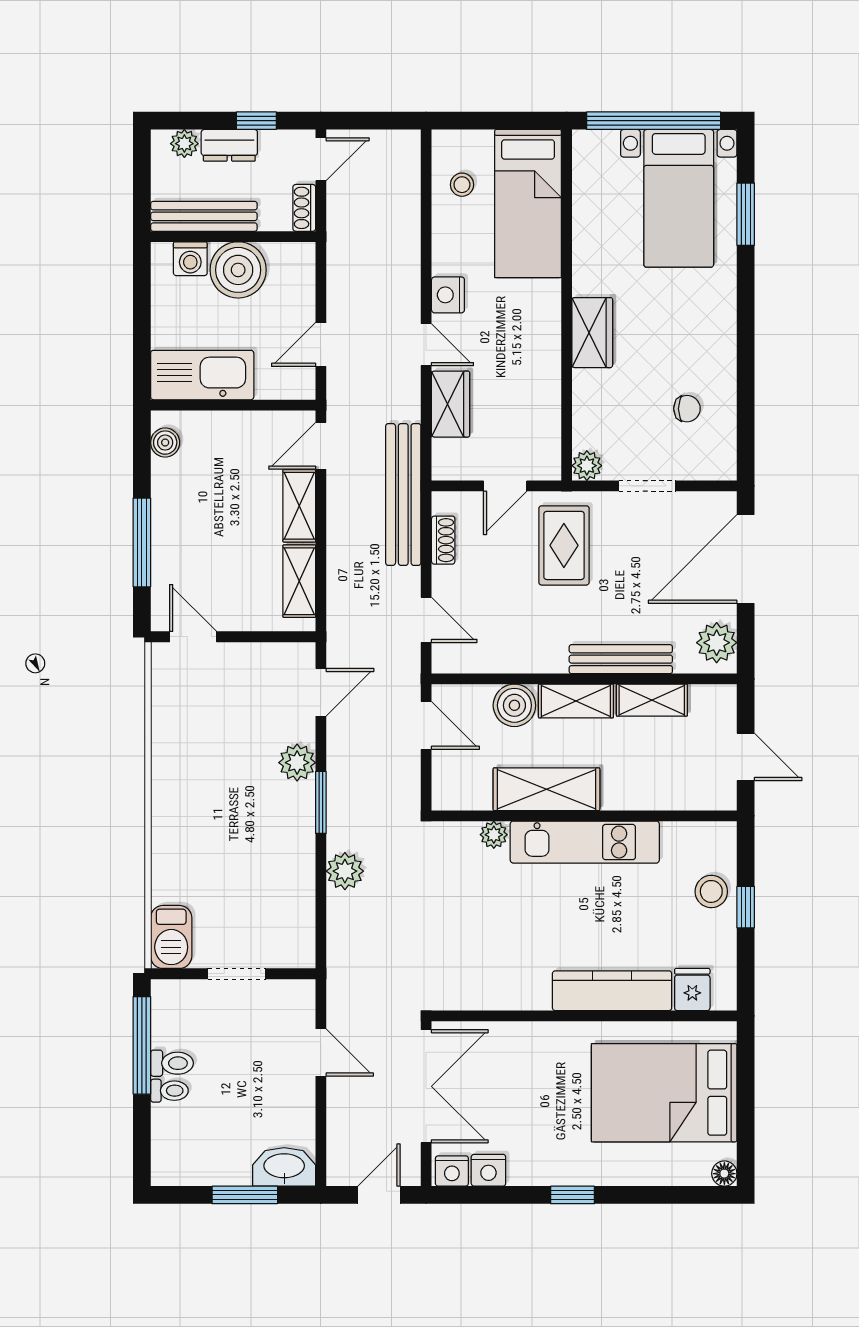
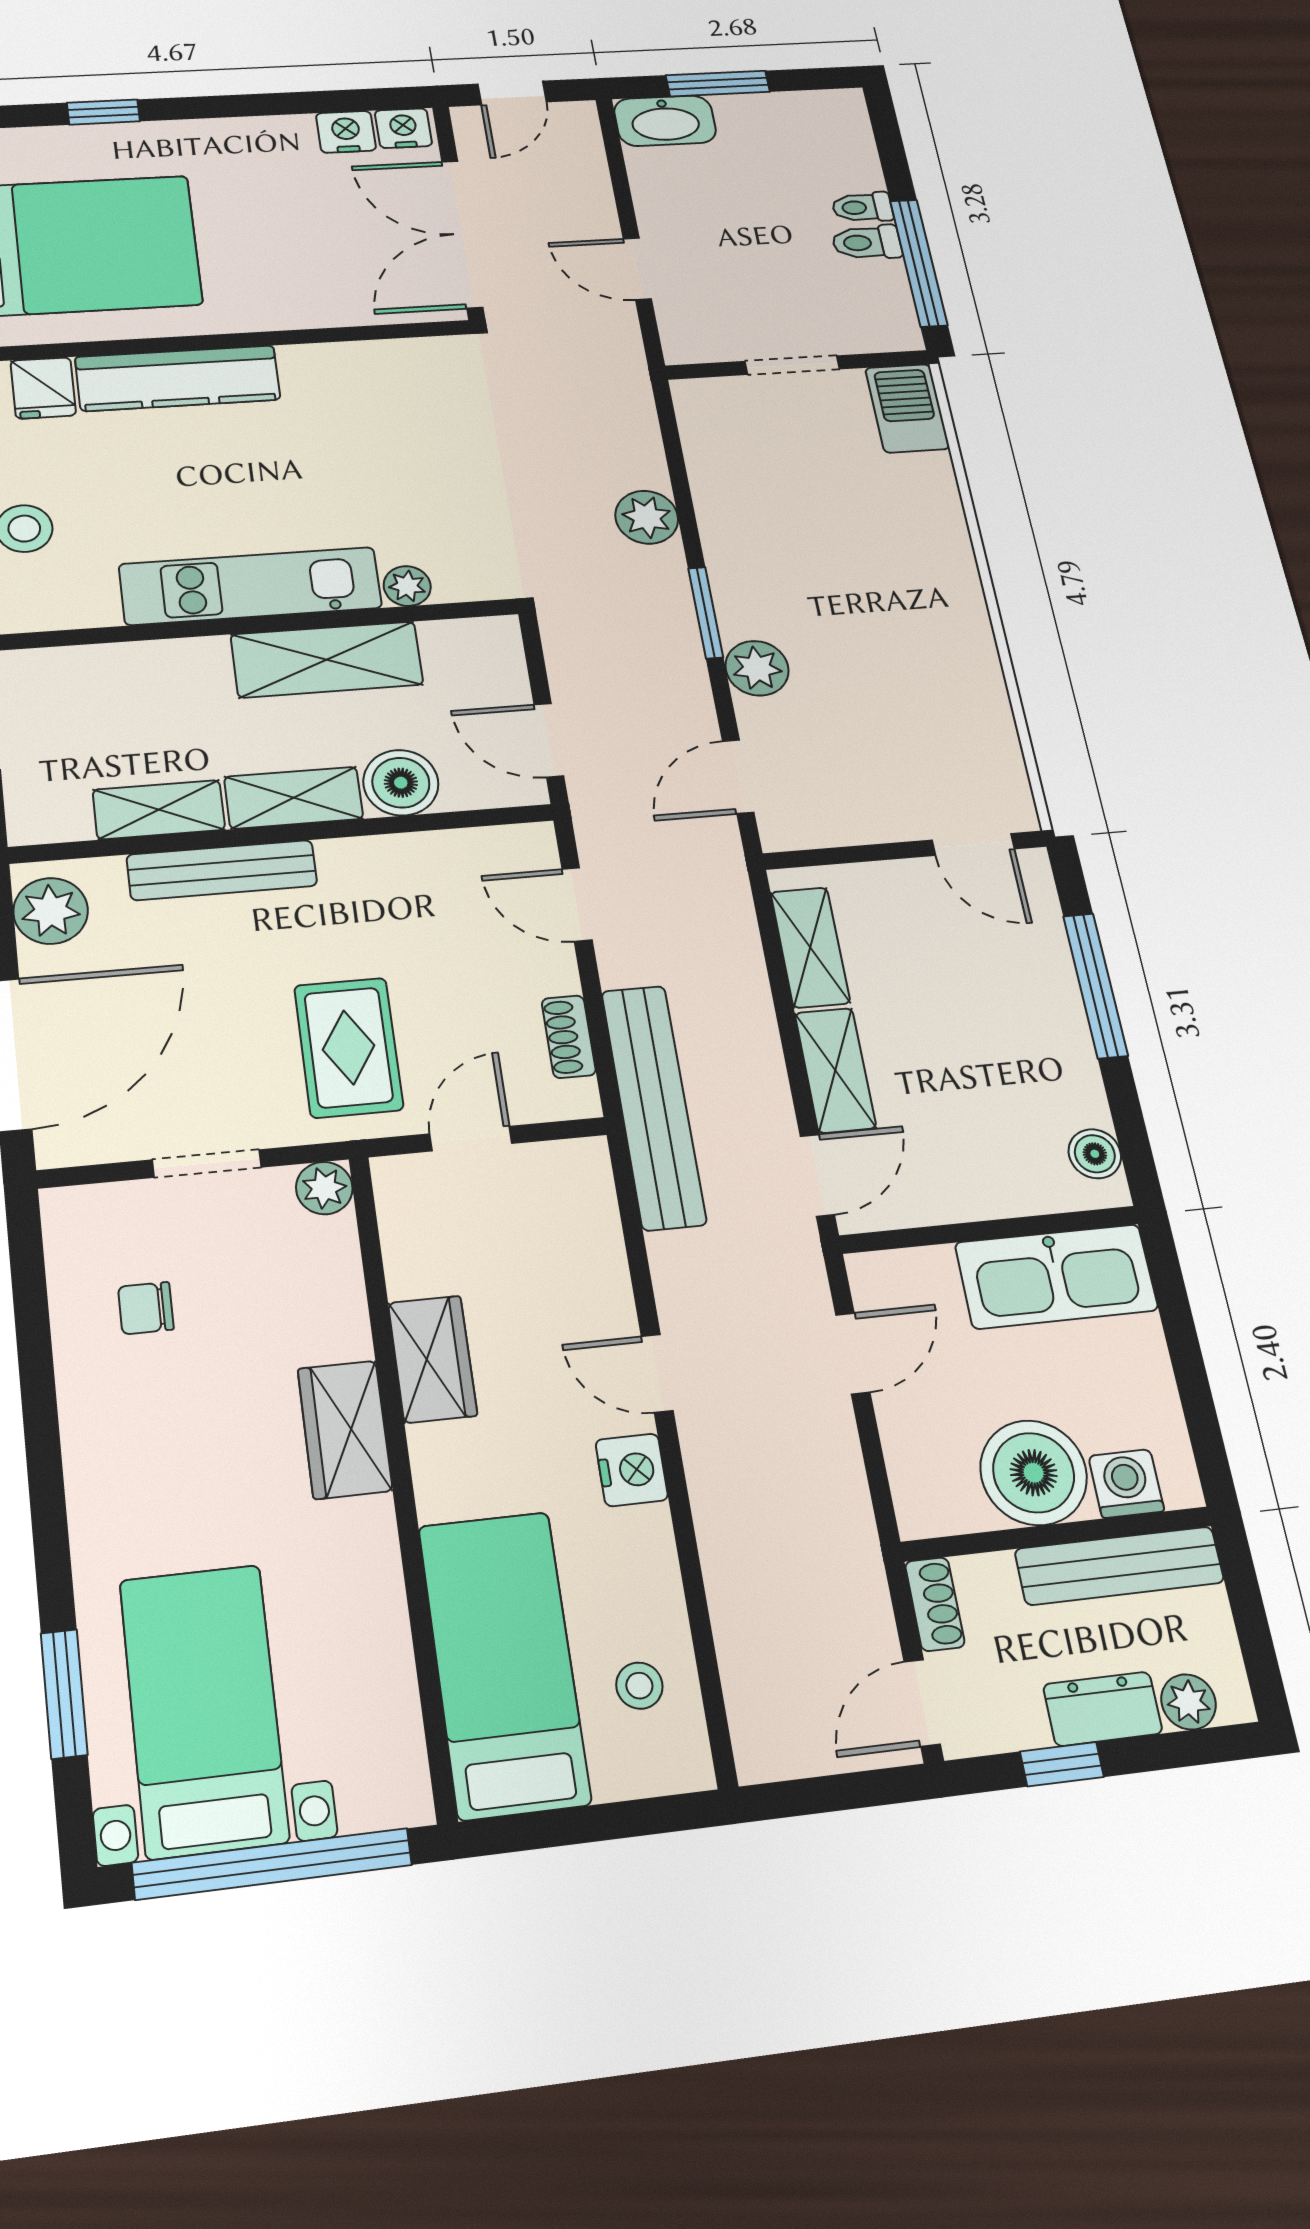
wardrobe: (451, 404) -> (433, 1359), moved, turned 180
window: (572, 1195) -> (103, 112), moved

